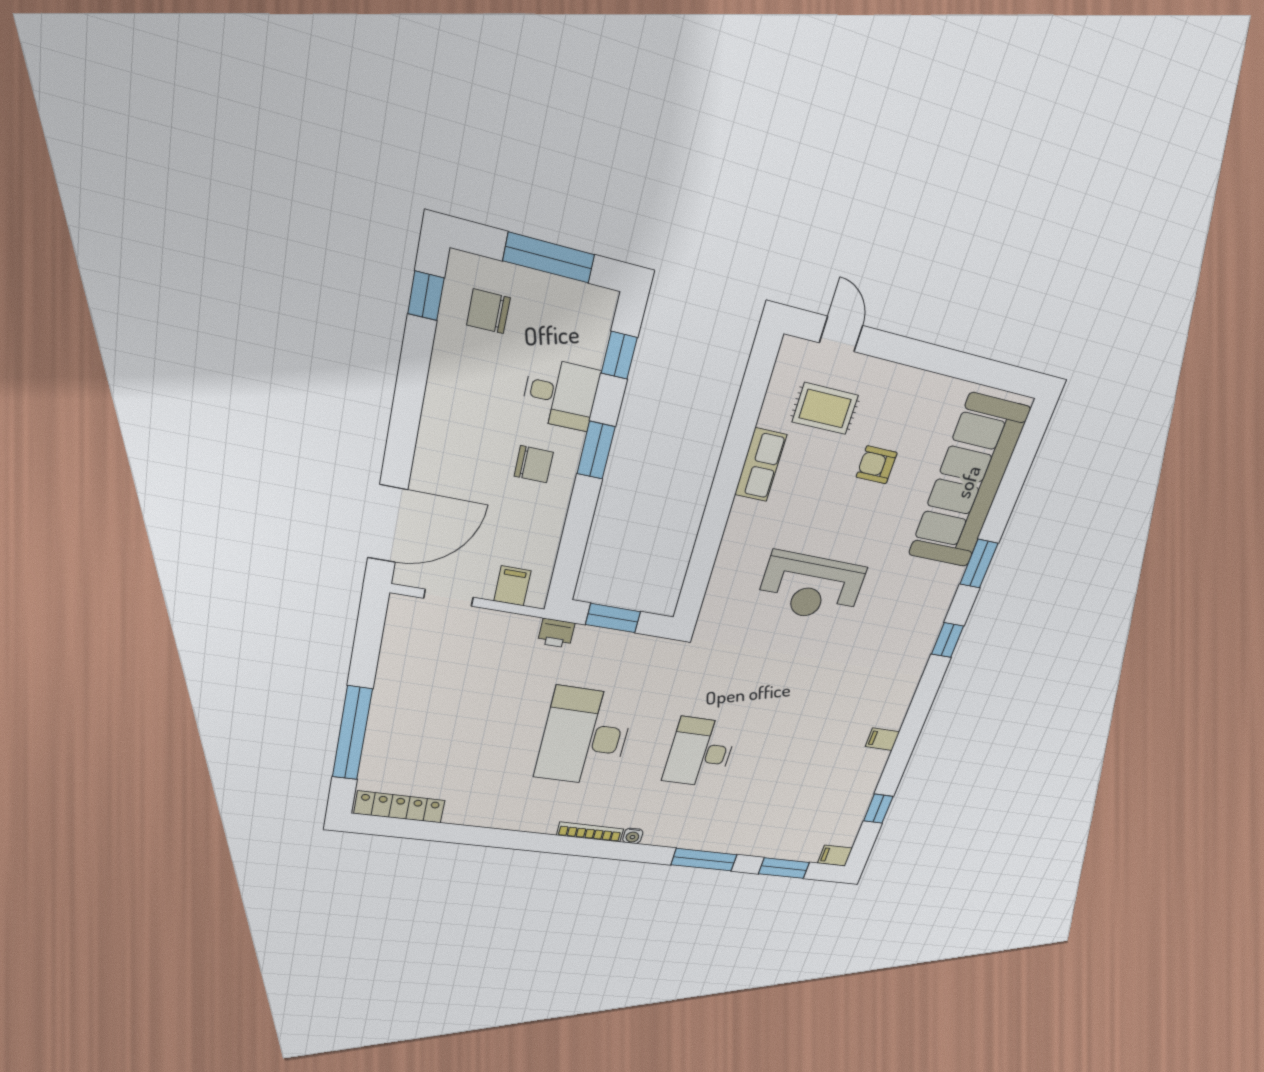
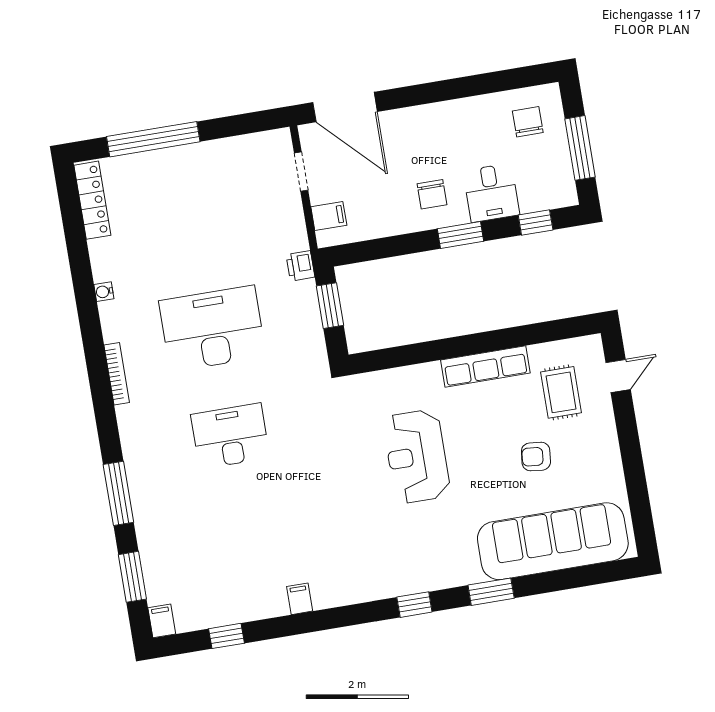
window: (426, 296) -> (521, 78), removed
row of seats: (761, 465) -> (485, 366), width x1.48
armchair: (877, 465) -> (536, 457), turned -84
water cooler: (633, 836) -> (104, 292), moved

